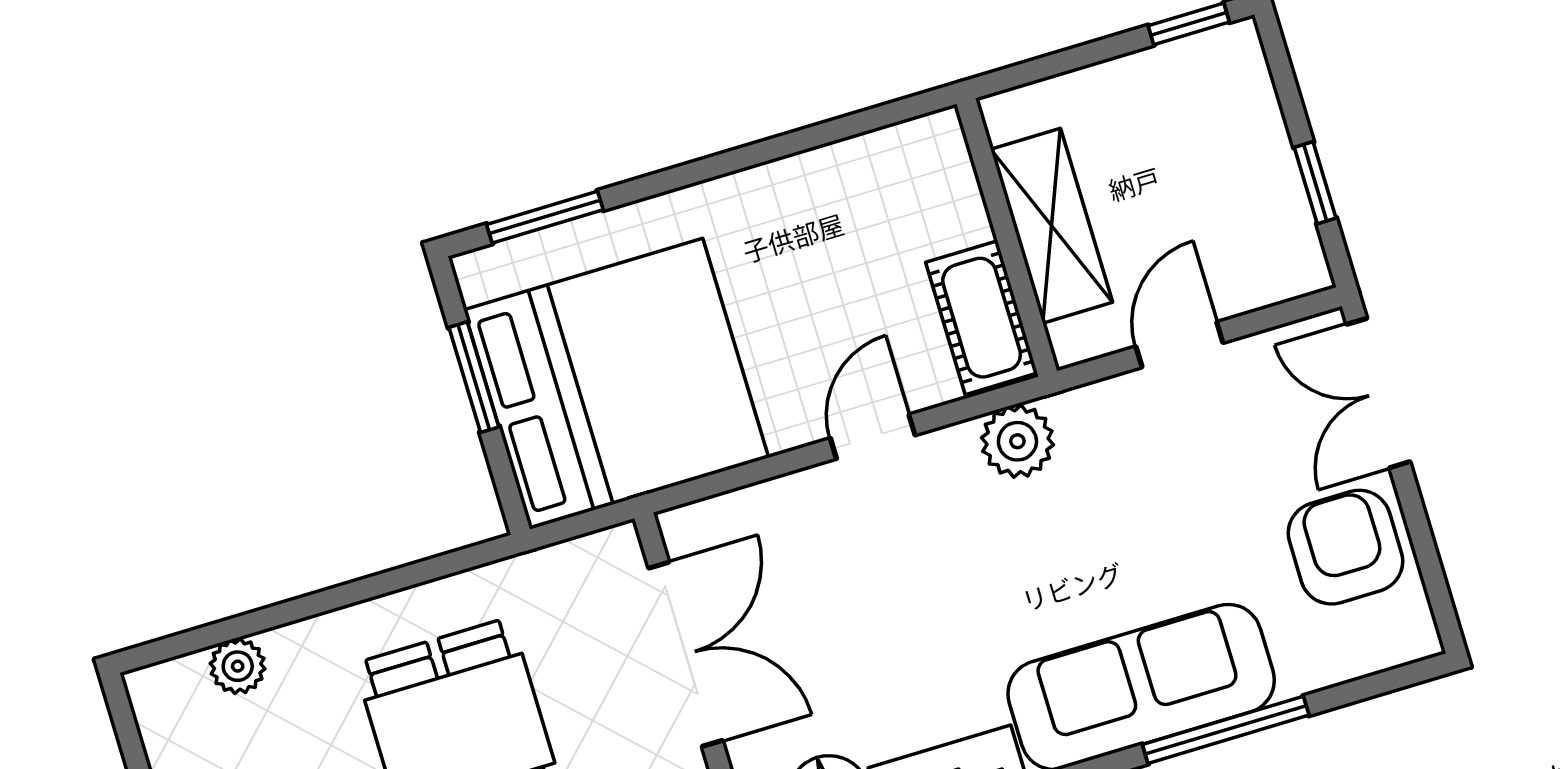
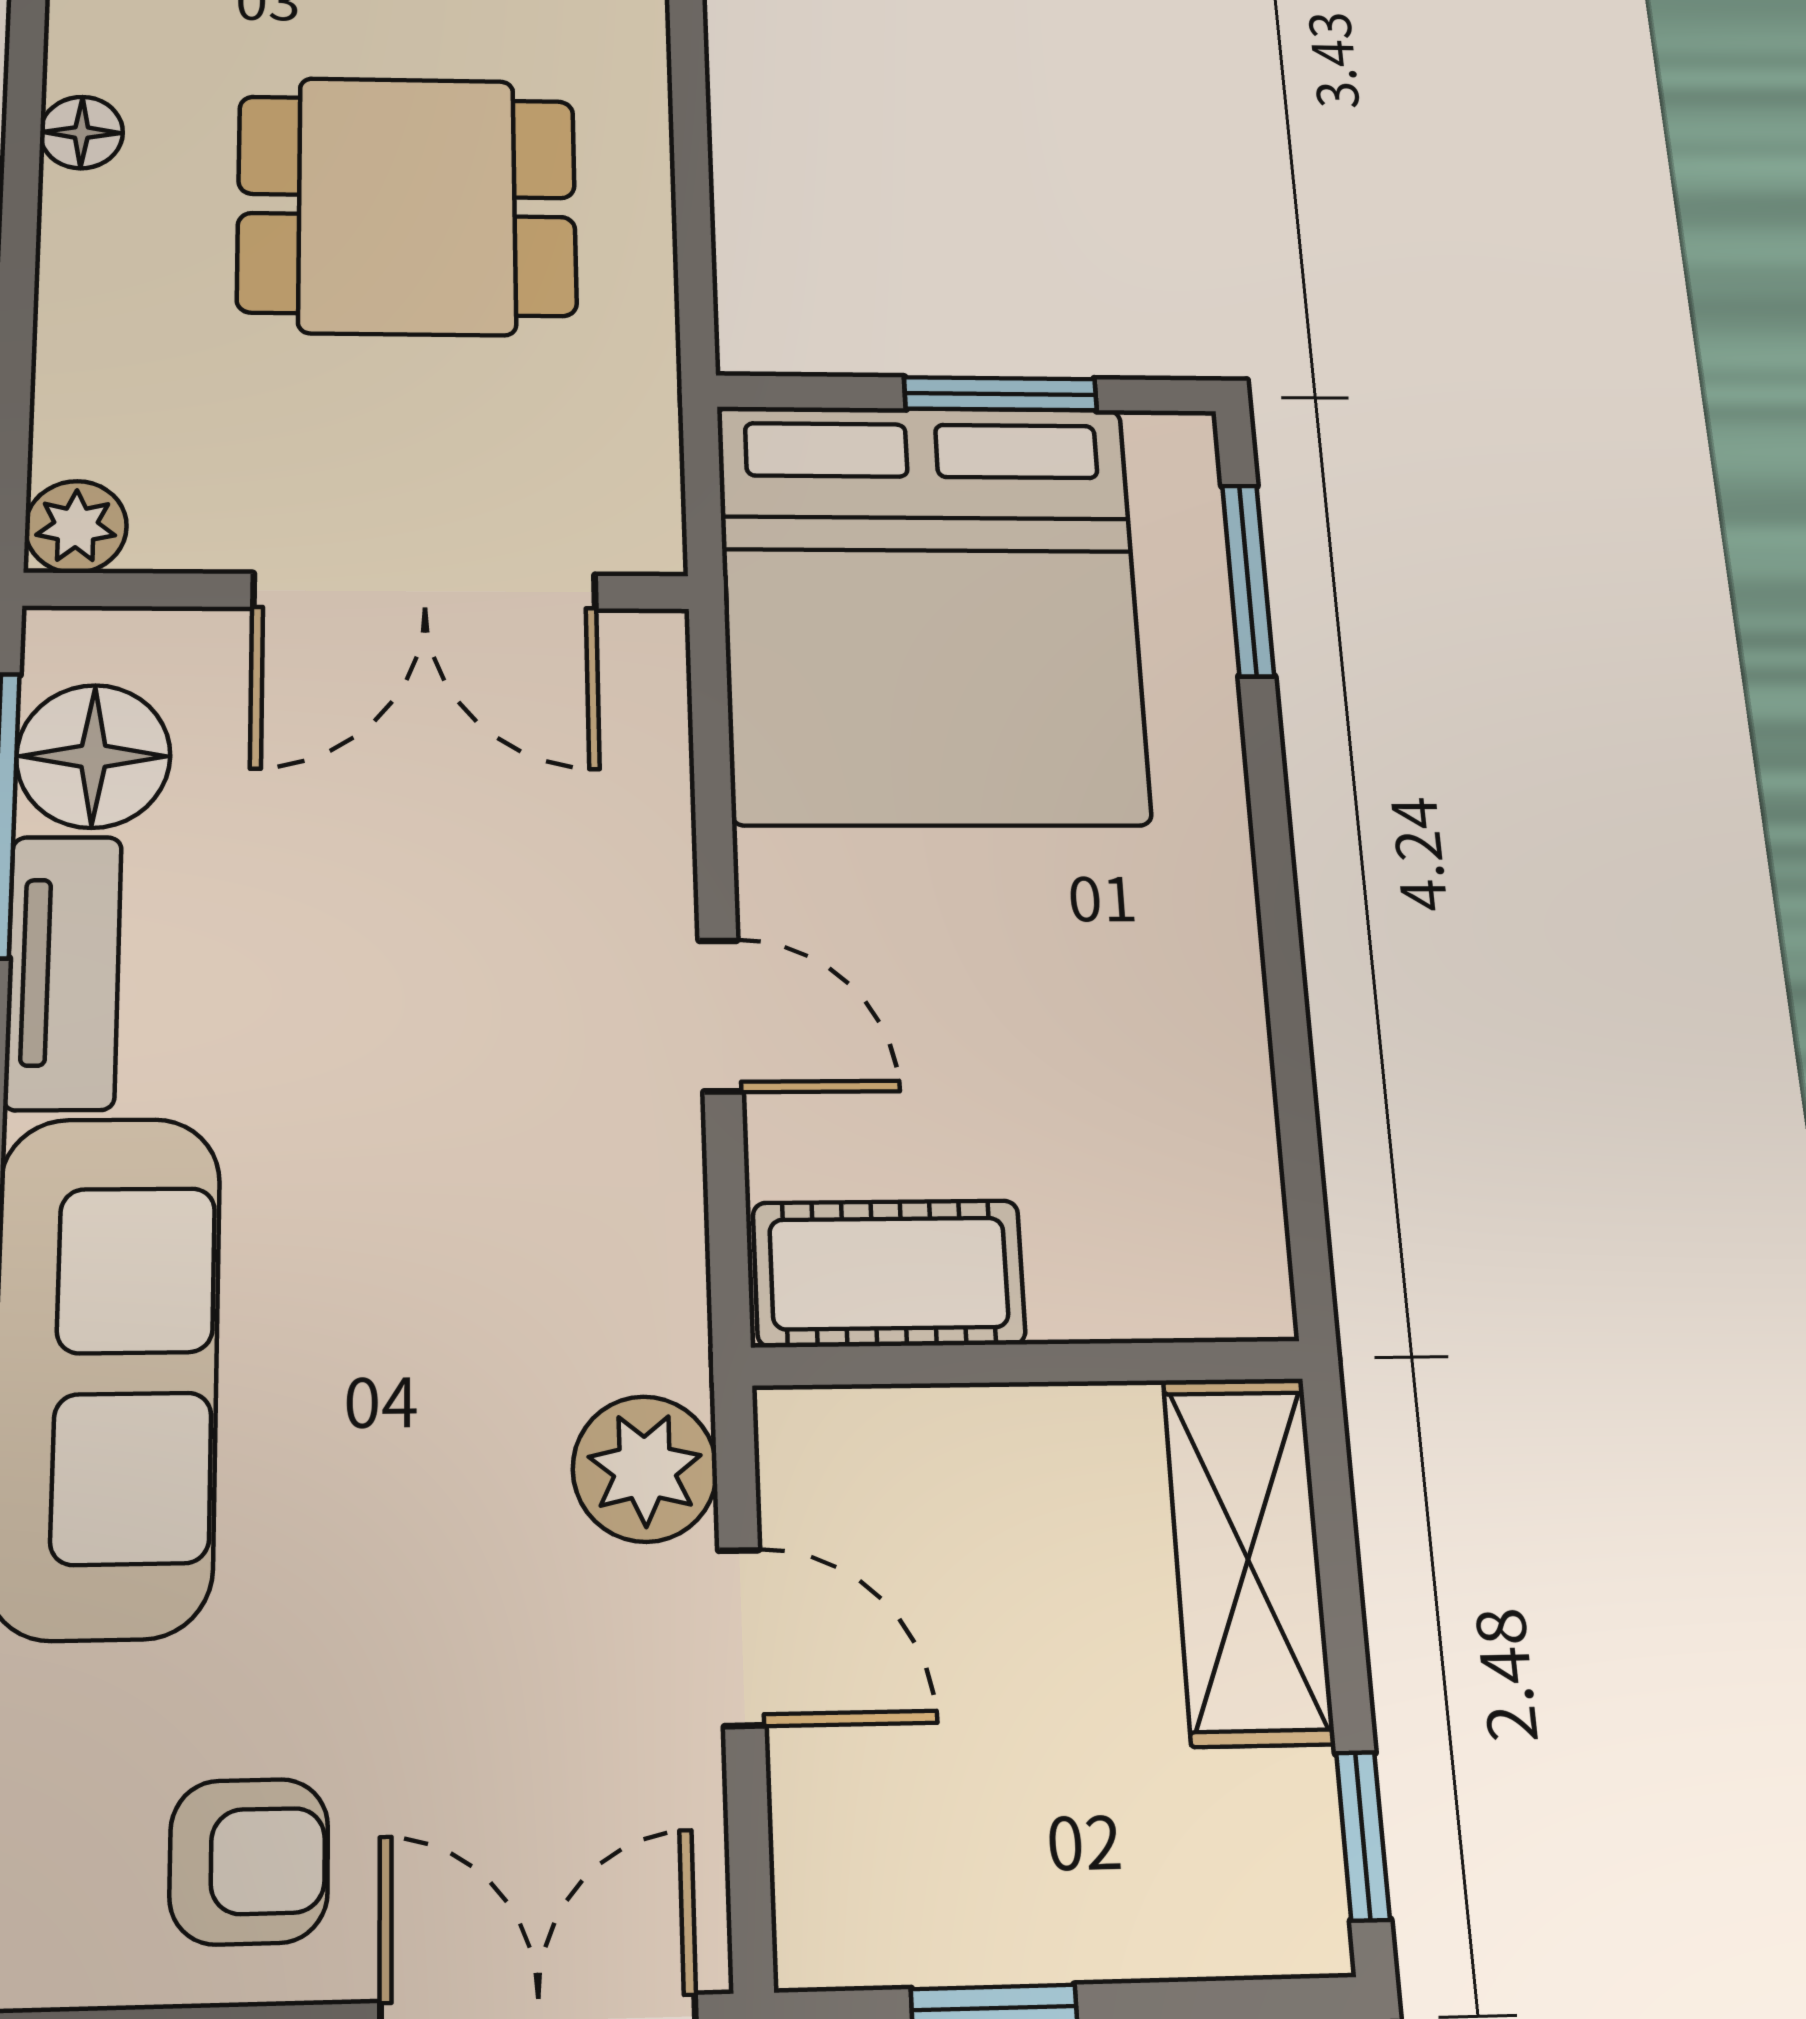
shelving: (1052, 226) -> (1248, 1560), moved, turned 90
plant: (1017, 441) -> (645, 1469), moved
armchair: (1346, 547) -> (249, 1861), width x0.72, depth x0.72

